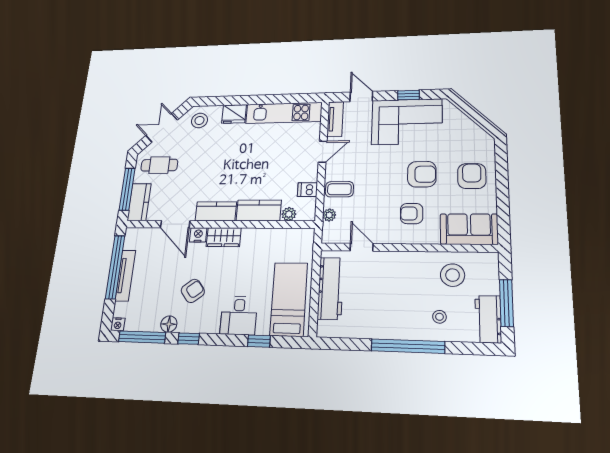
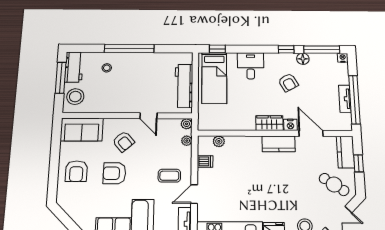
cafe table: (159, 165) -> (334, 184), turned 33
window: (127, 189) -> (359, 163), width x0.46
coffee table: (339, 189) -> (169, 176), moved
kitchen counter: (259, 211) -> (243, 144), removed
armchair: (412, 214) -> (123, 142), turned 49
plant: (329, 236) -> (187, 124), added
door: (362, 247) -> (148, 116), moved
tv unit: (125, 275) -> (345, 99), width x0.71
stool: (453, 275) -> (75, 97), moved
armchair: (193, 291) -> (288, 82), turned -81
window: (259, 341) -> (217, 49), moved

